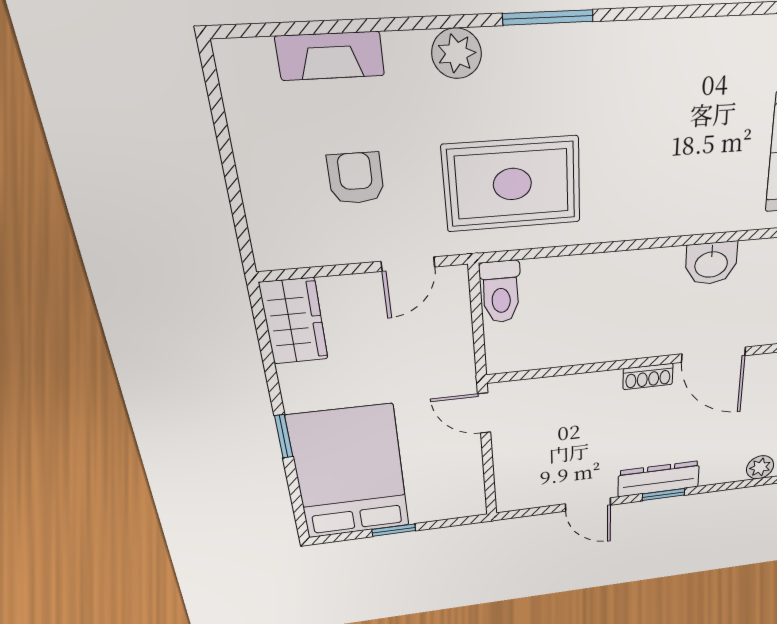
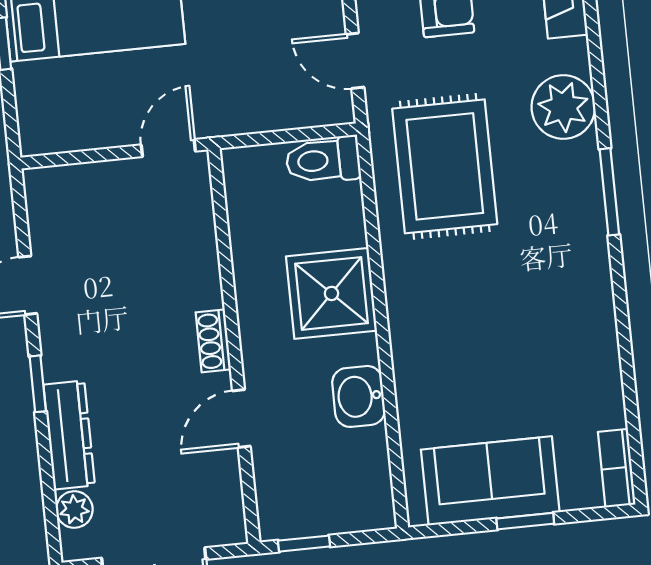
plant: (457, 53) -> (563, 107), width x1.36, depth x1.36
shower: (620, 285) -> (331, 293), added
door: (714, 355) -> (241, 418), width x0.73
dresser: (659, 479) -> (69, 435), moved

